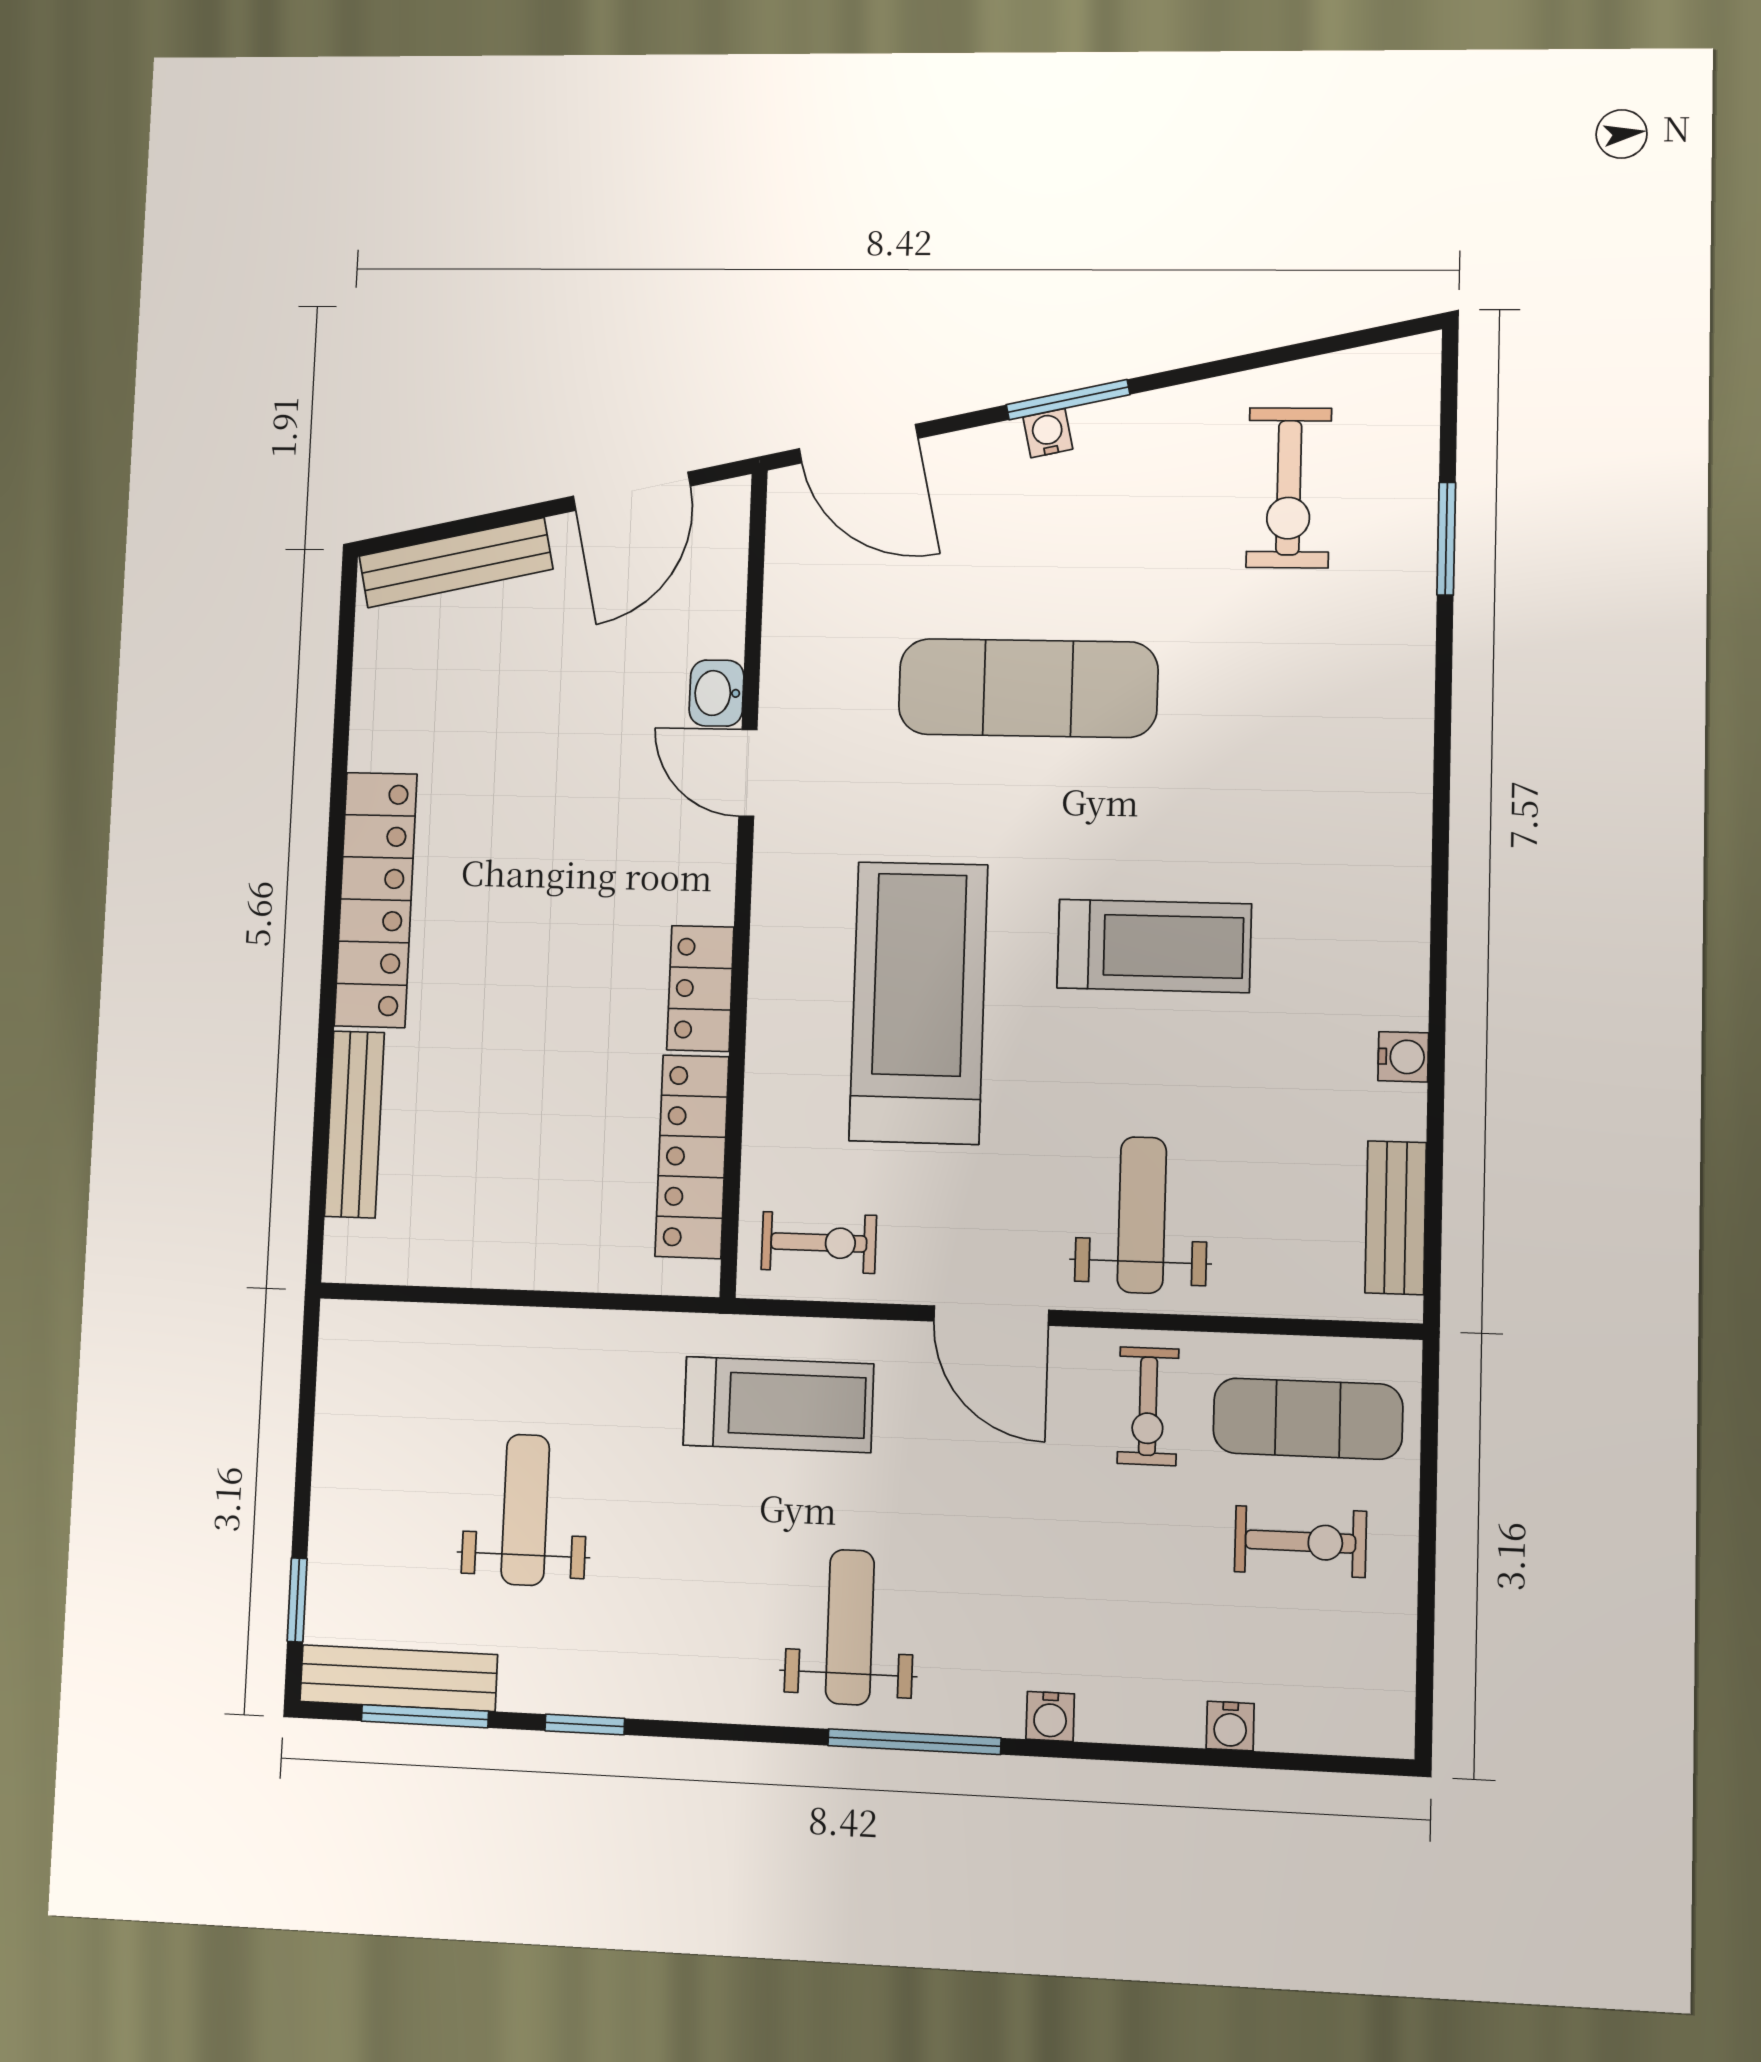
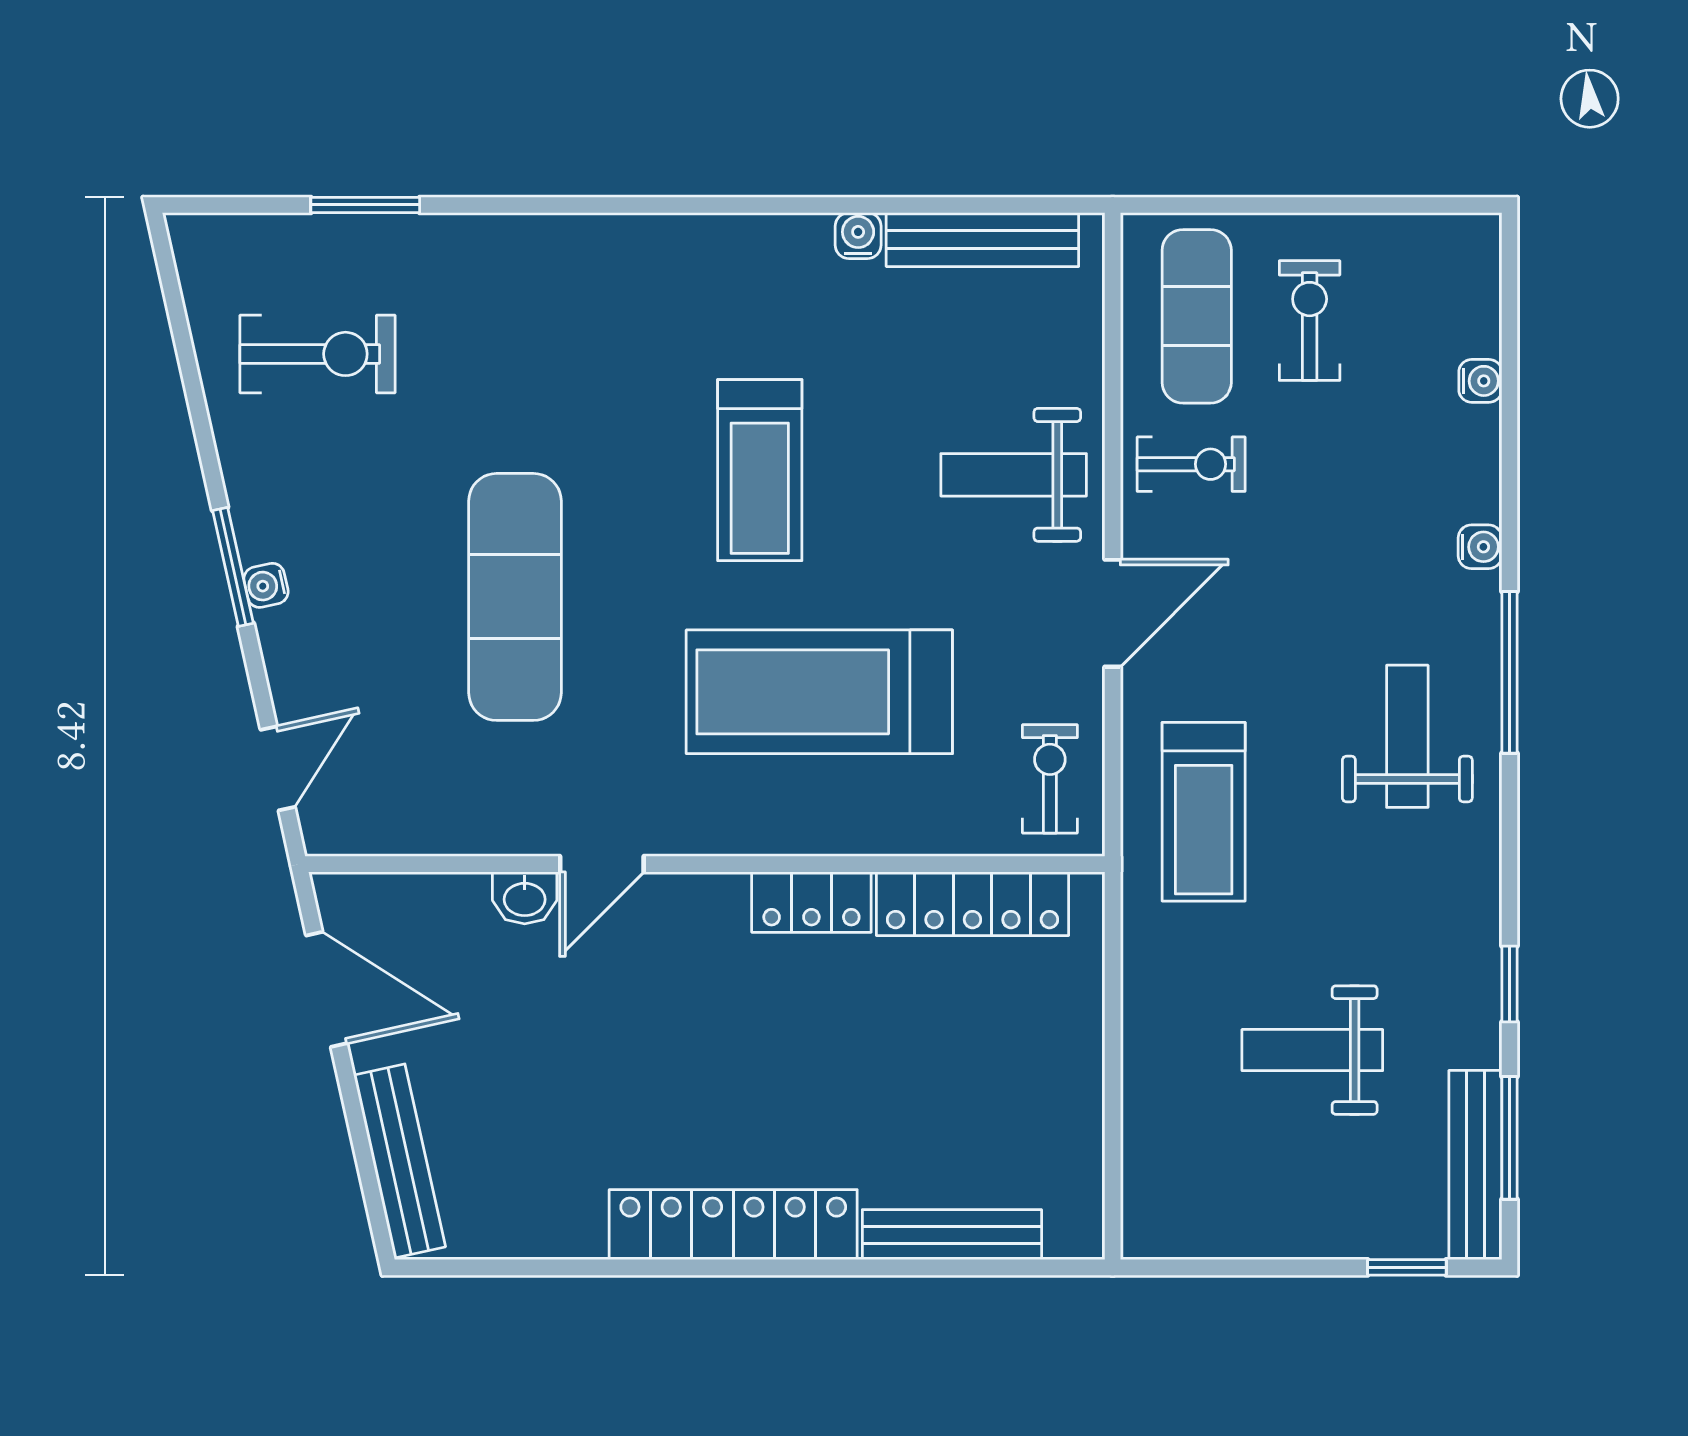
door: (859, 444) -> (278, 768), width x0.73
treadmill: (1154, 946) -> (760, 470), turned 180
bench: (1396, 1218) -> (982, 240), width x1.36
treadmill: (778, 1405) -> (1204, 812), turned 180
weight bench: (850, 1627) -> (1407, 736), turned 90

